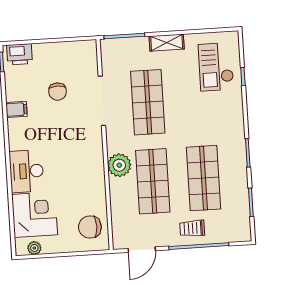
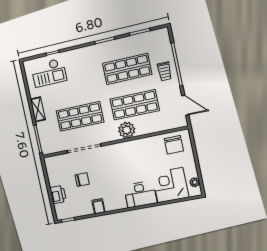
printer: (19, 54) -> (58, 195), moved

